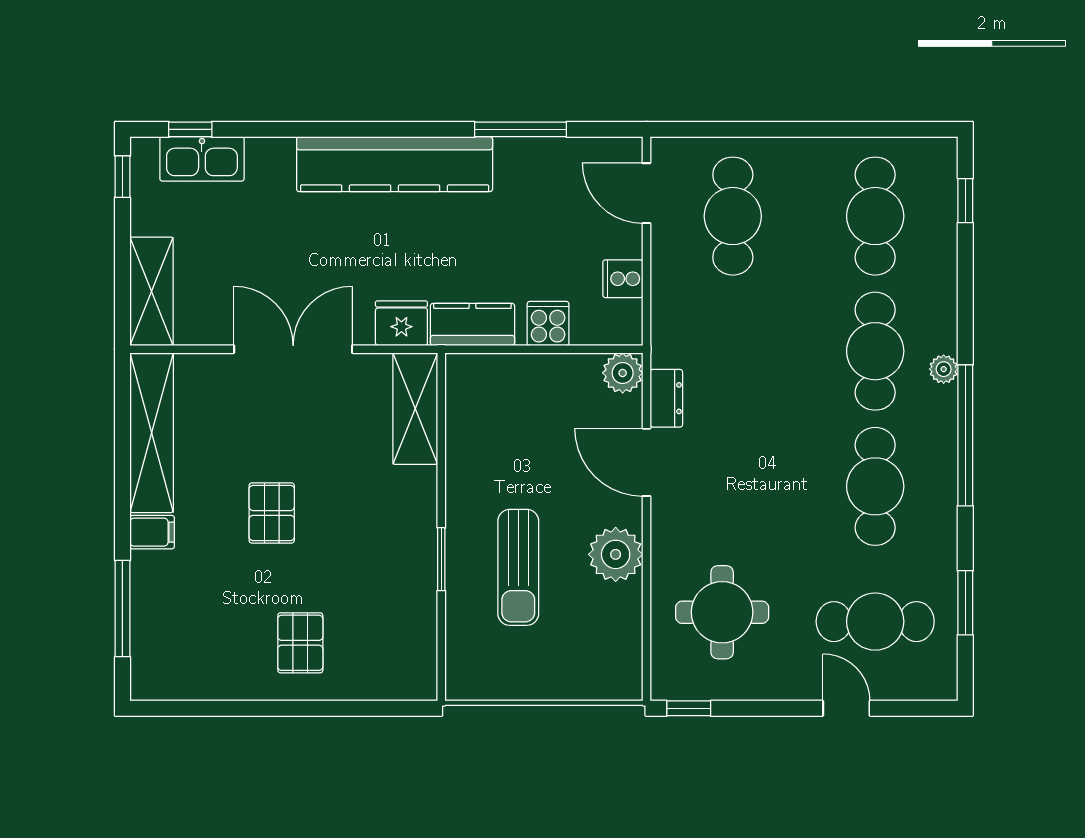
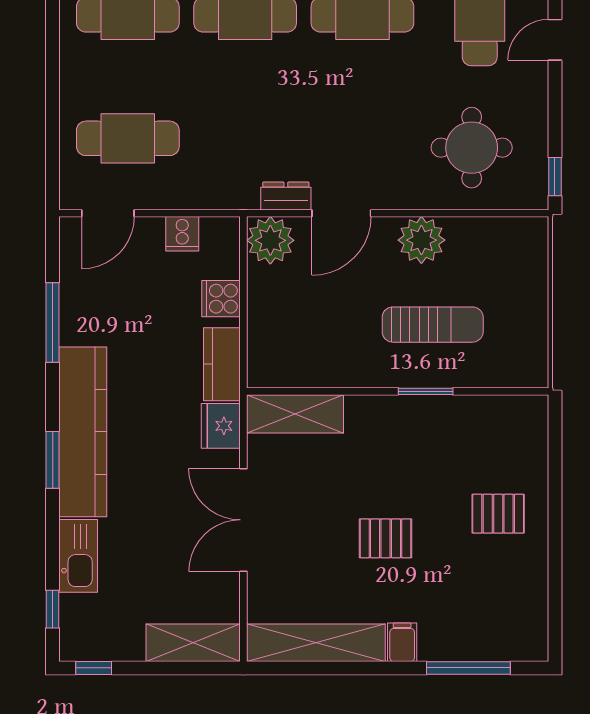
window: (362, 129) -> (53, 460), added
kitchen sink: (202, 159) -> (78, 556), moved
plant: (623, 373) -> (270, 240), width x1.36, depth x1.36

